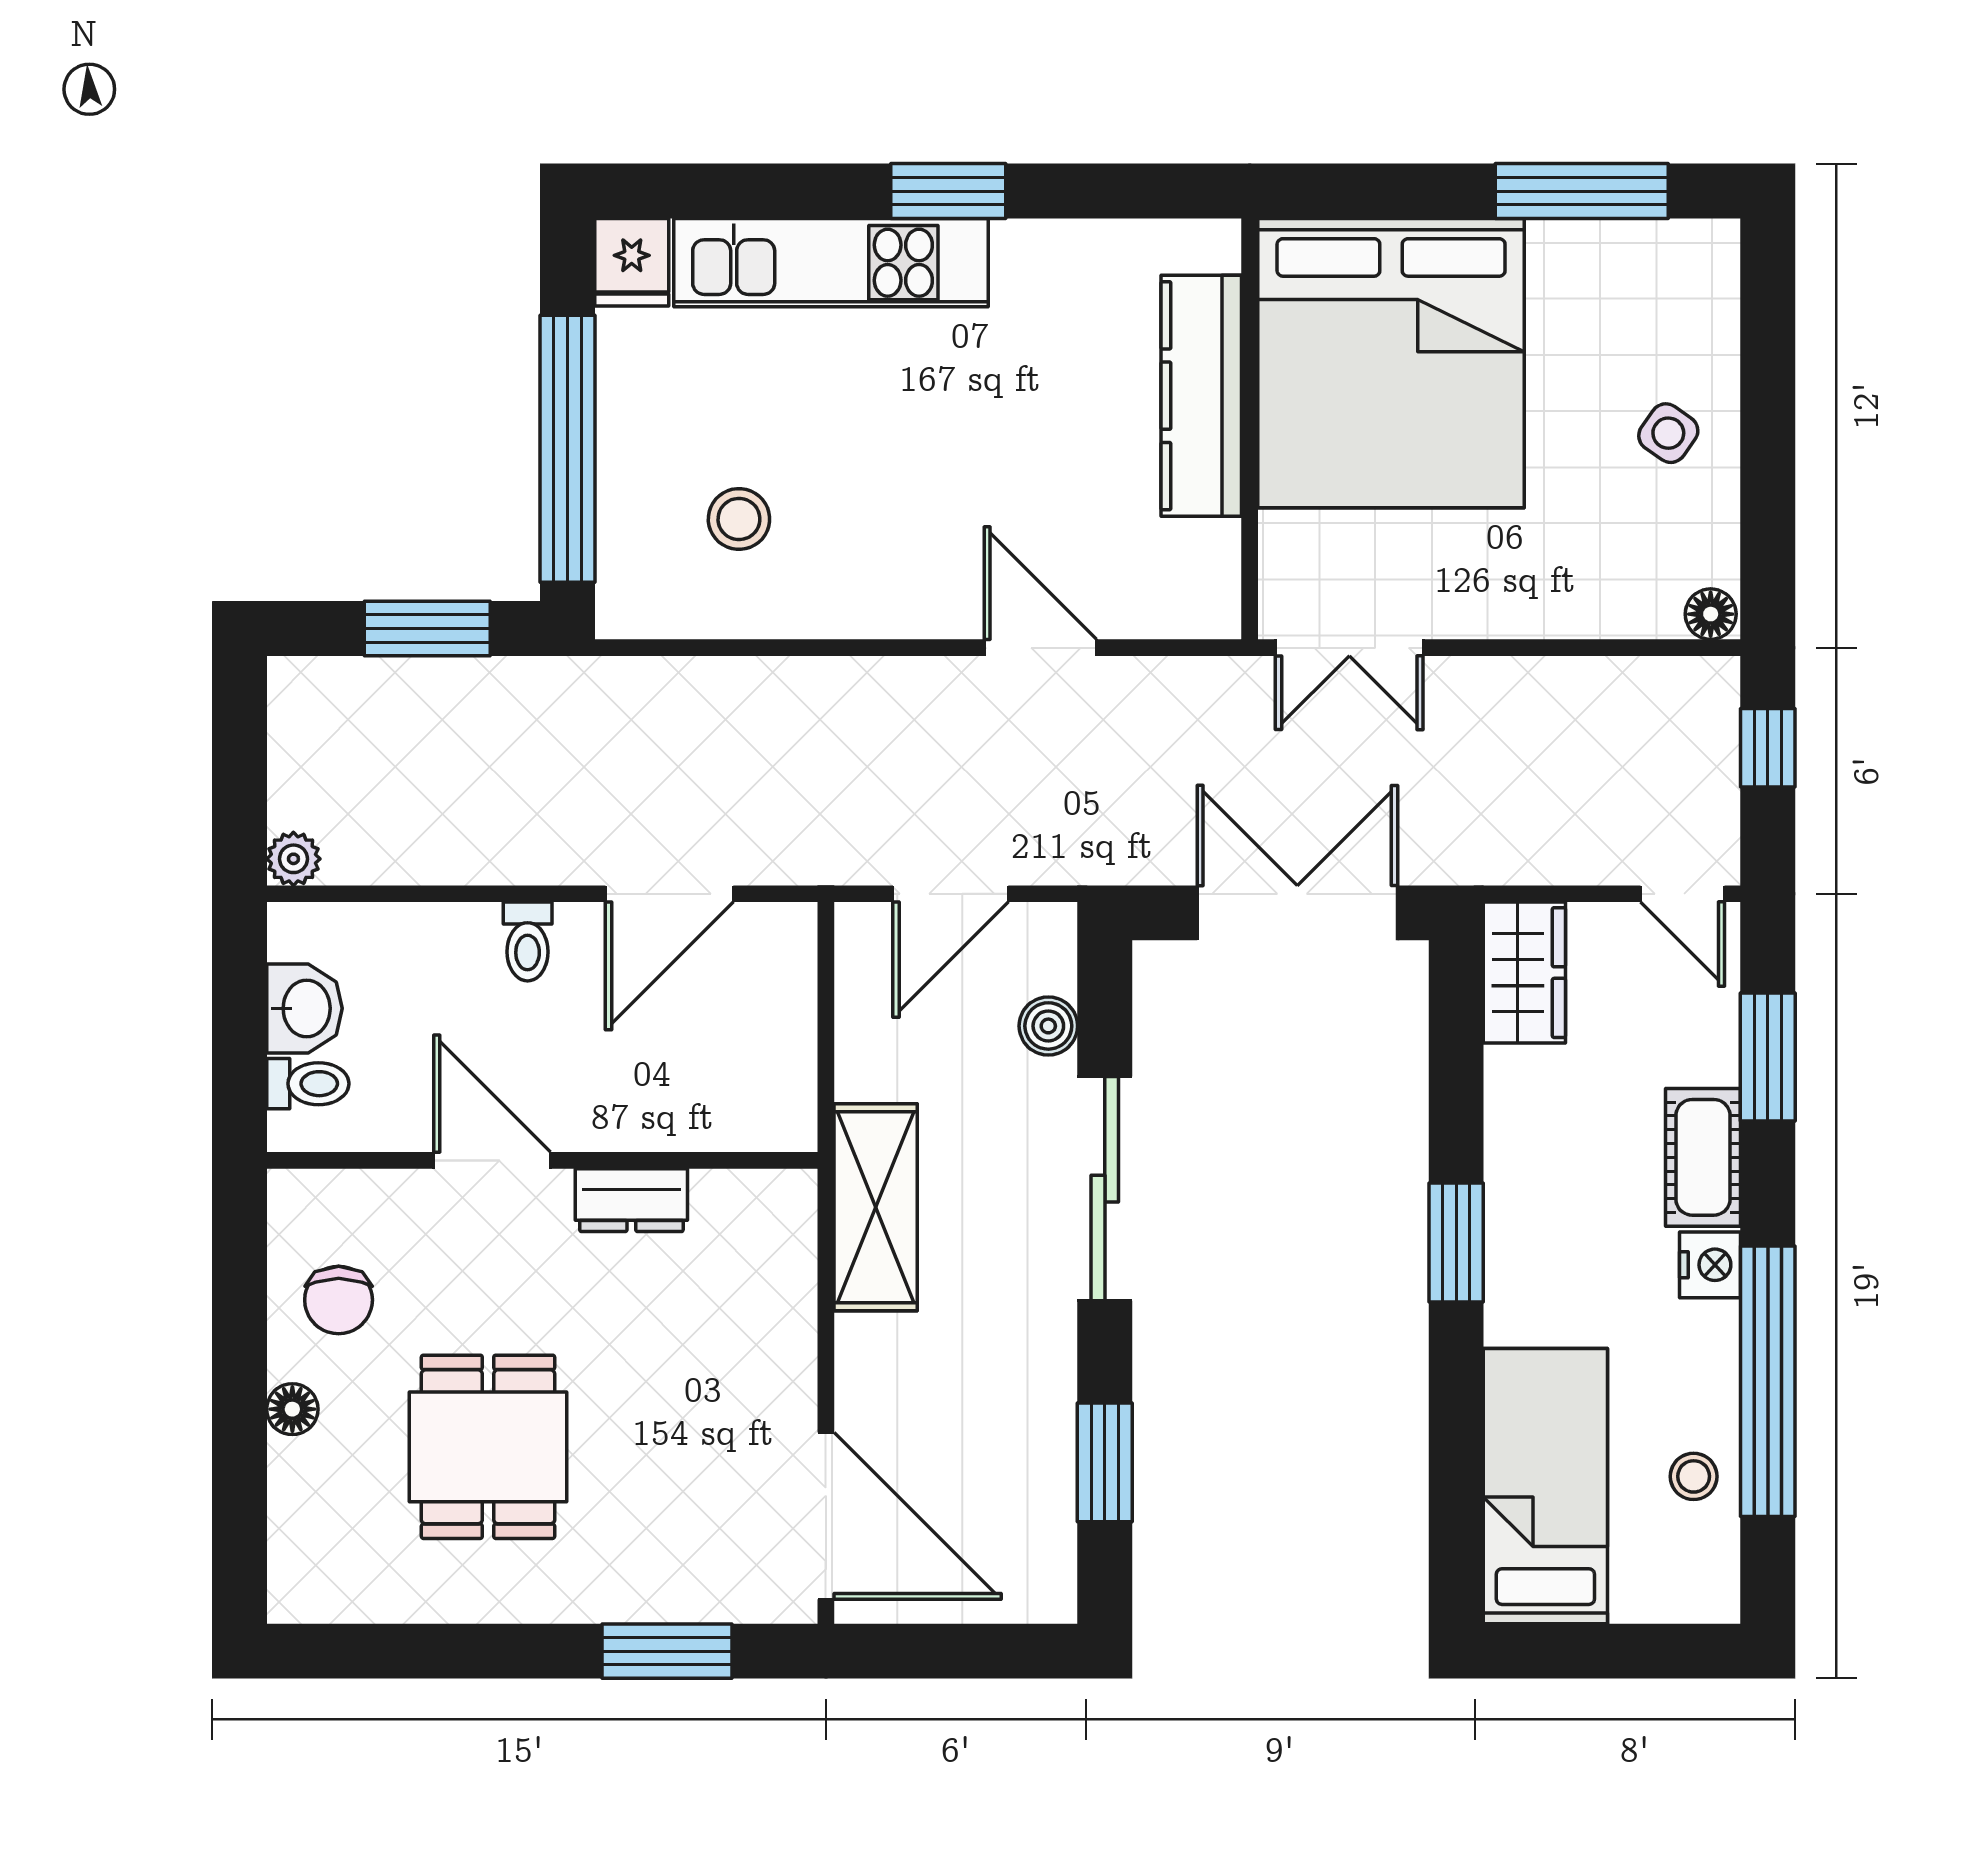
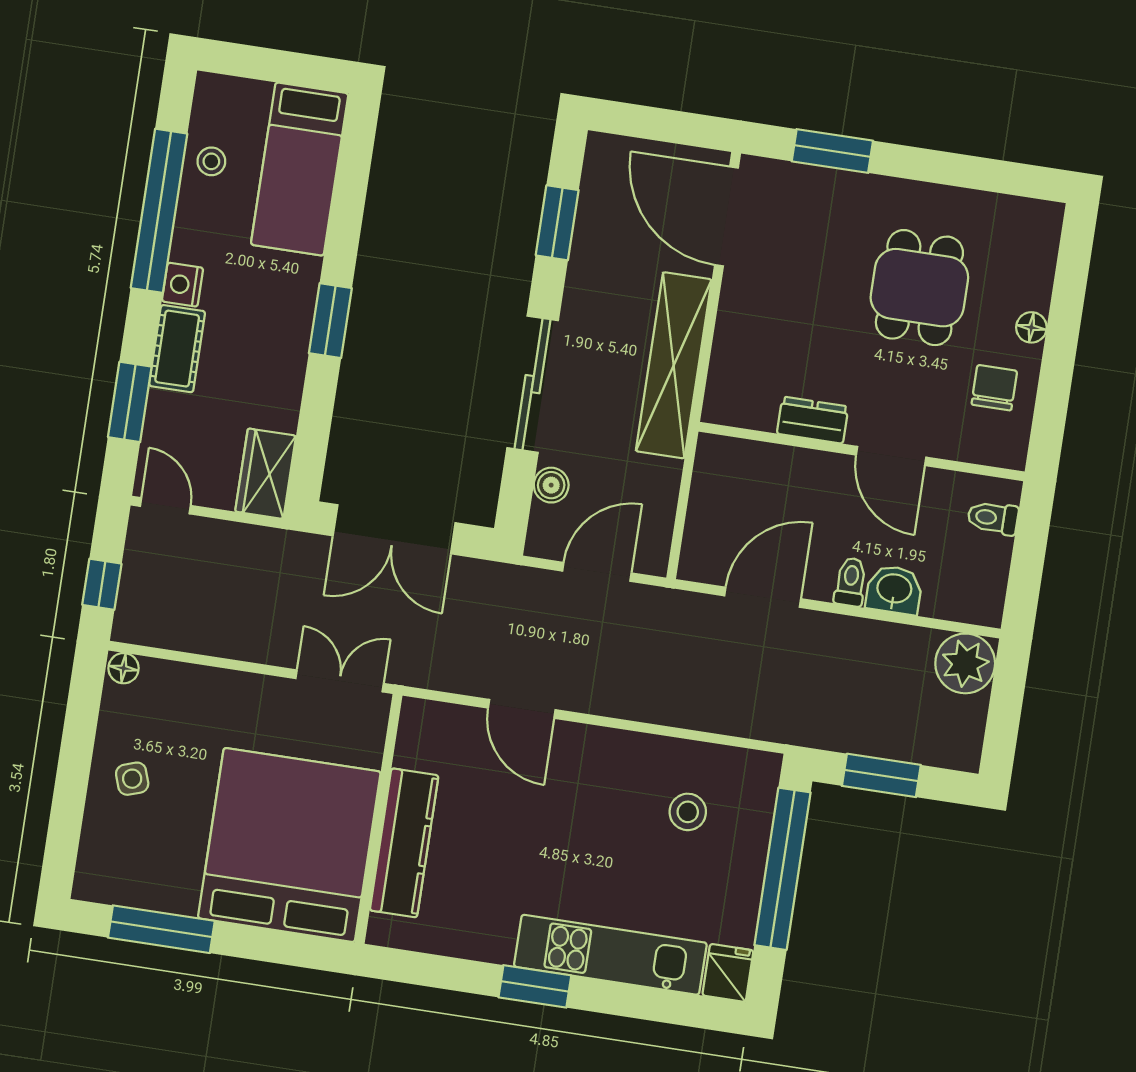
side table: (1668, 433) -> (132, 779), turned 36
plant: (293, 859) -> (965, 663), width x1.88, depth x1.88
washbasin: (304, 1008) -> (894, 590), moved, turned 90
shelving: (876, 1207) -> (674, 365), width x1.47

